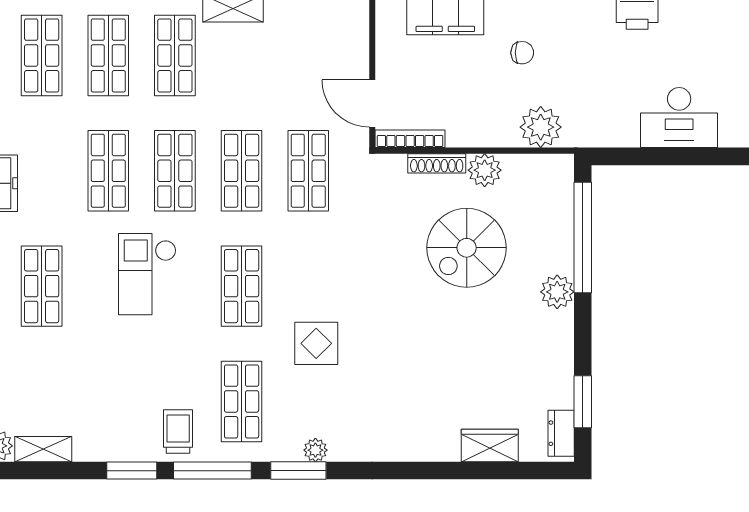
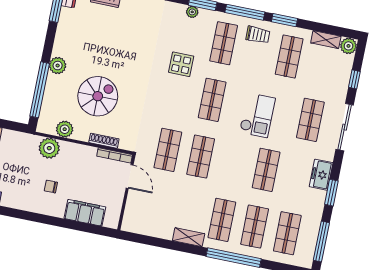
plant: (485, 170) -> (65, 129), moved
shop shelf: (175, 171) -> (289, 57), moved
trolley: (178, 432) -> (258, 35), turned -90

